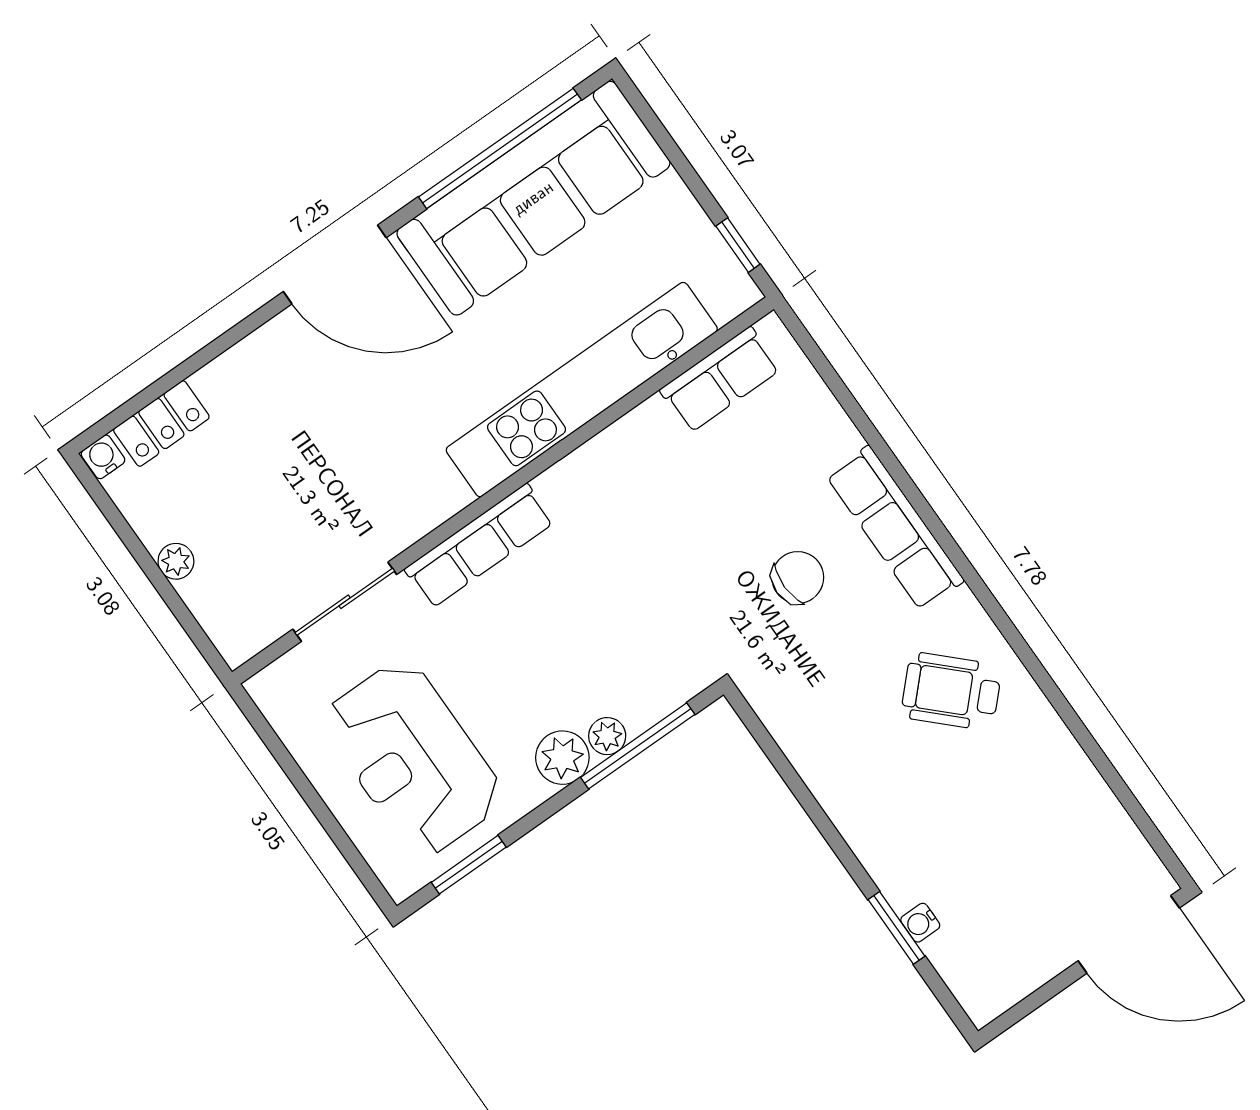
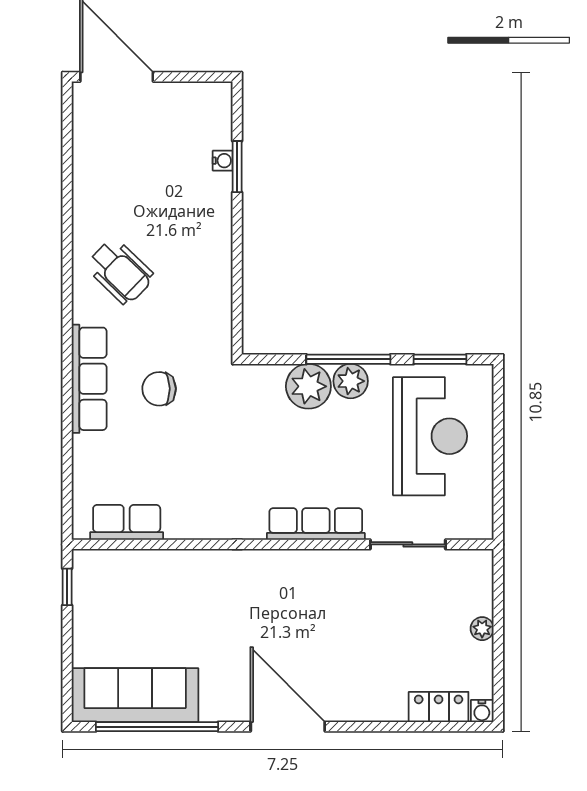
sofa: (533, 198) -> (135, 695), width x0.74, depth x0.79
kitchen unit: (582, 390) -> (204, 569), removed
plant: (607, 736) -> (308, 386), width x1.88, depth x1.88
window: (638, 746) -> (348, 359), moved

